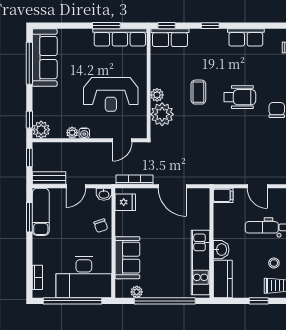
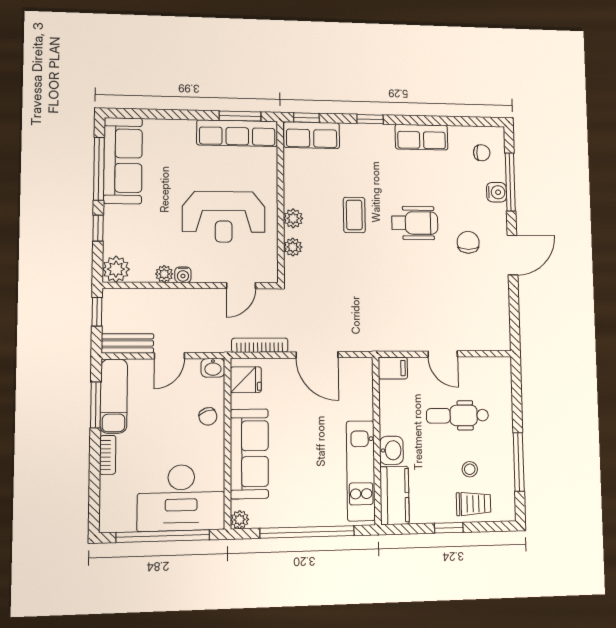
window: (106, 26) -> (240, 116), moved
plant: (162, 114) -> (293, 247), width x0.53, depth x0.53
window: (29, 120) -> (98, 228), moved
sofa: (127, 258) -> (249, 454), width x1.36
bookcase: (37, 277) -> (108, 455), moved
plant: (137, 292) -> (240, 520), moved

